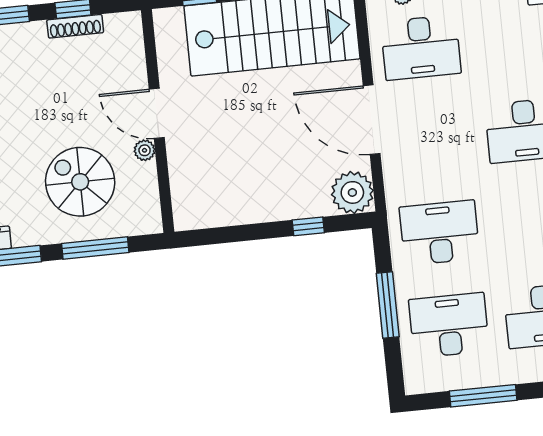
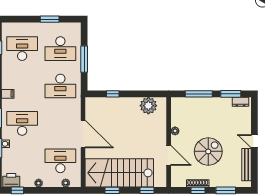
door: (157, 113) -> (169, 155), moved
spiral stairs: (80, 182) -> (208, 151), moved, turned -90
plant: (352, 192) -> (148, 106), moved
window: (483, 396) -> (50, 19), width x0.69

